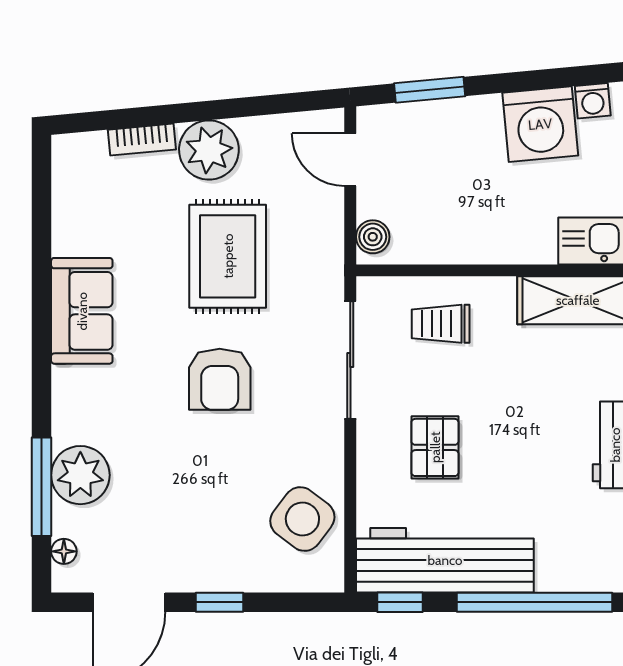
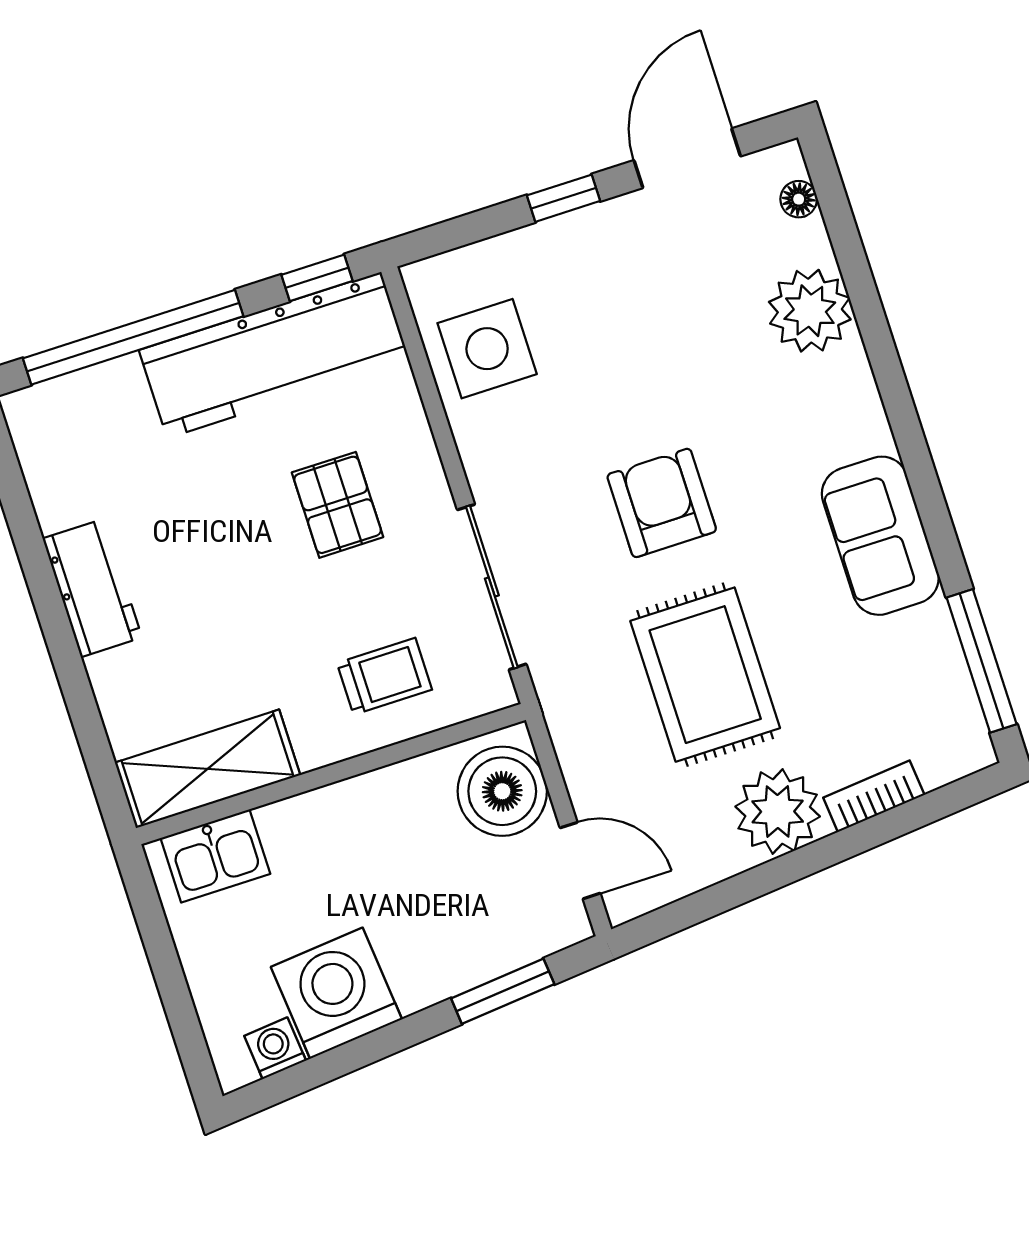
boiler: (373, 237) -> (502, 791), width x1.86, depth x1.86
window: (42, 487) -> (982, 661), moved
side table: (302, 519) -> (487, 349), turned -37

